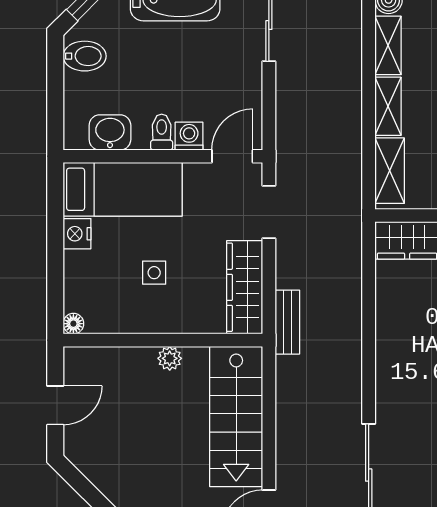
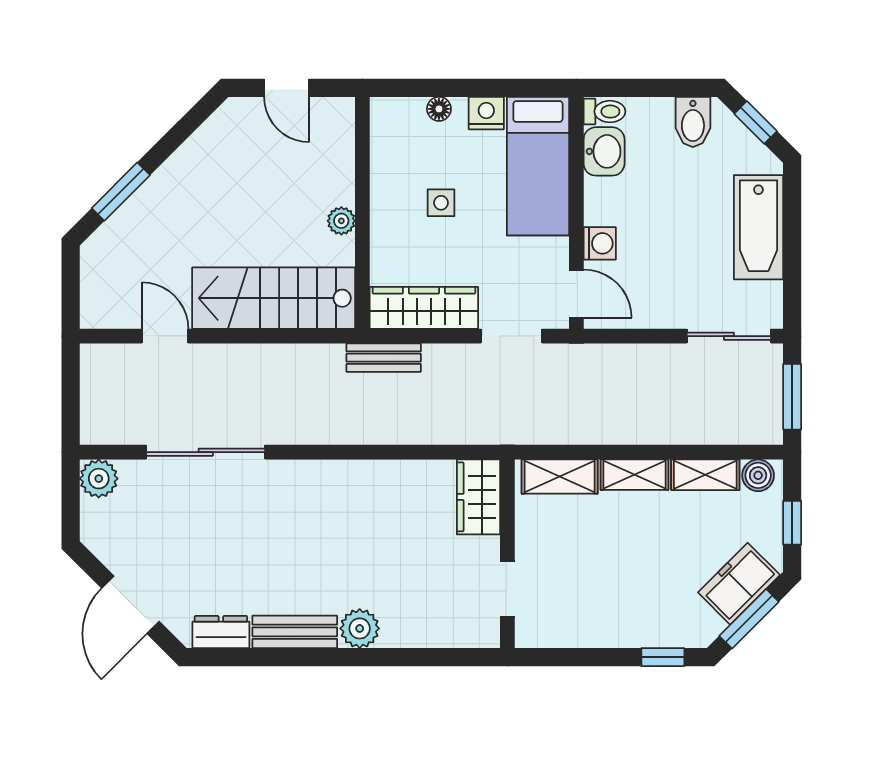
toilet: (162, 132) -> (605, 112), moved
floor lamp: (73, 324) -> (439, 109), moved

